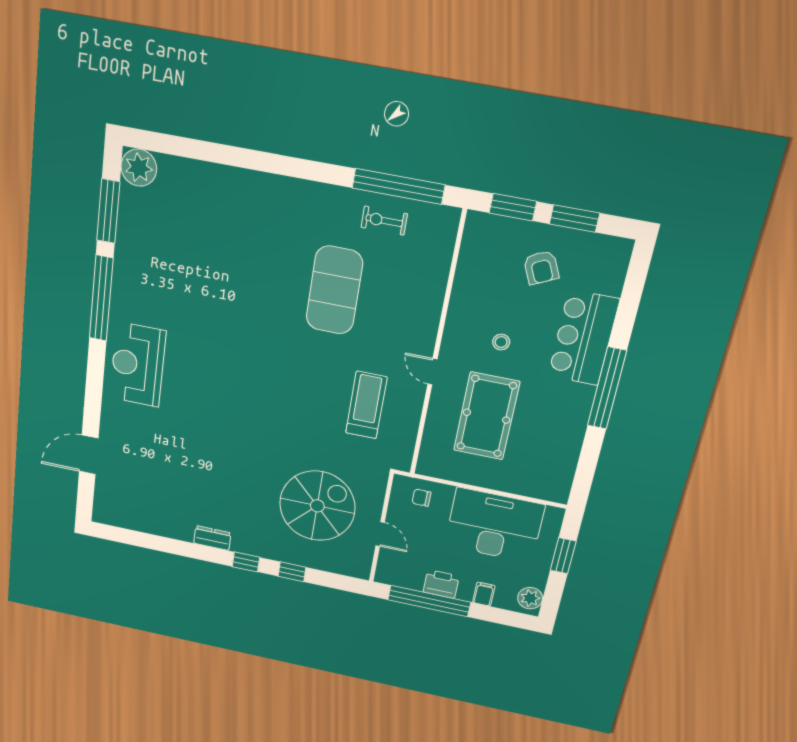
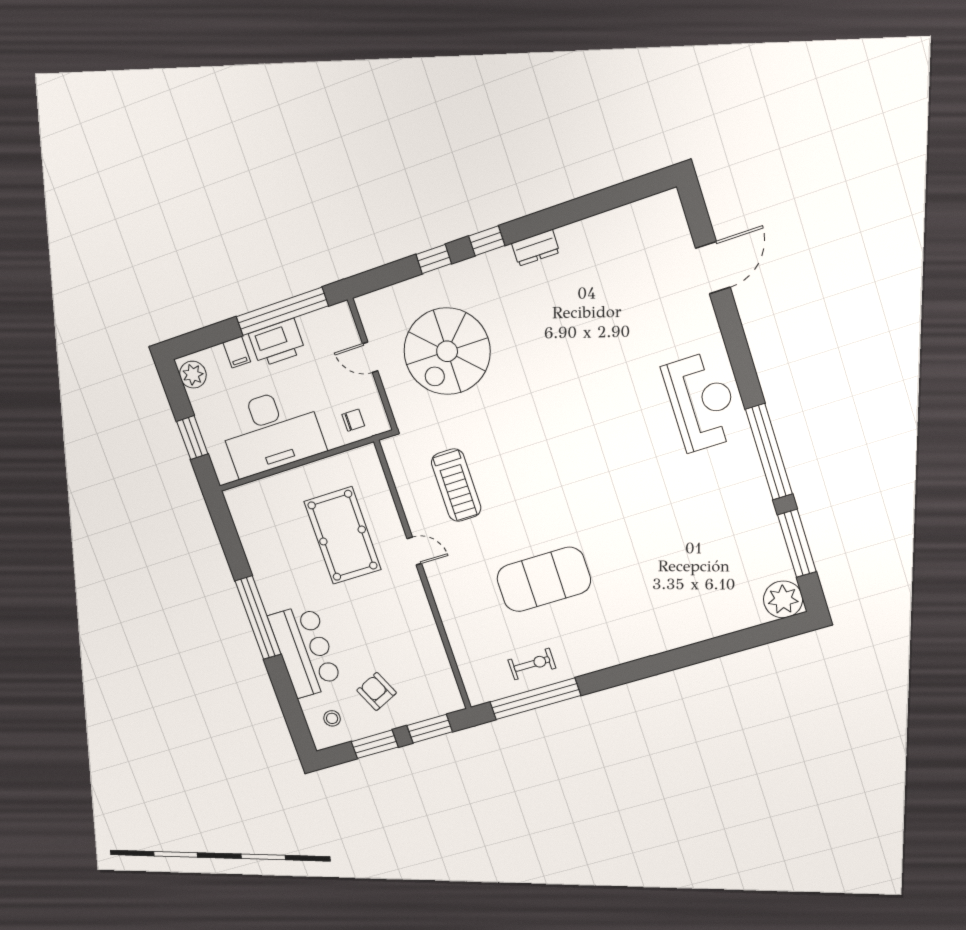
exercise mat: (334, 290) -> (544, 579), turned 90
stool: (501, 342) -> (332, 718), moved
printer: (441, 584) -> (277, 343), width x1.37, depth x1.19

